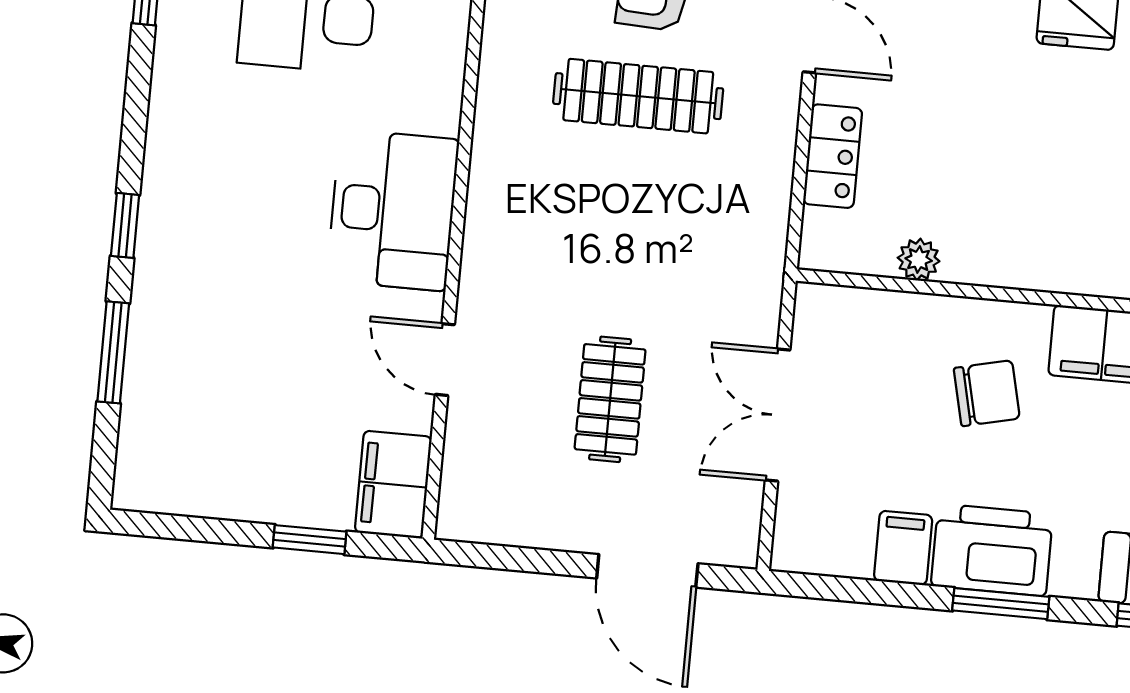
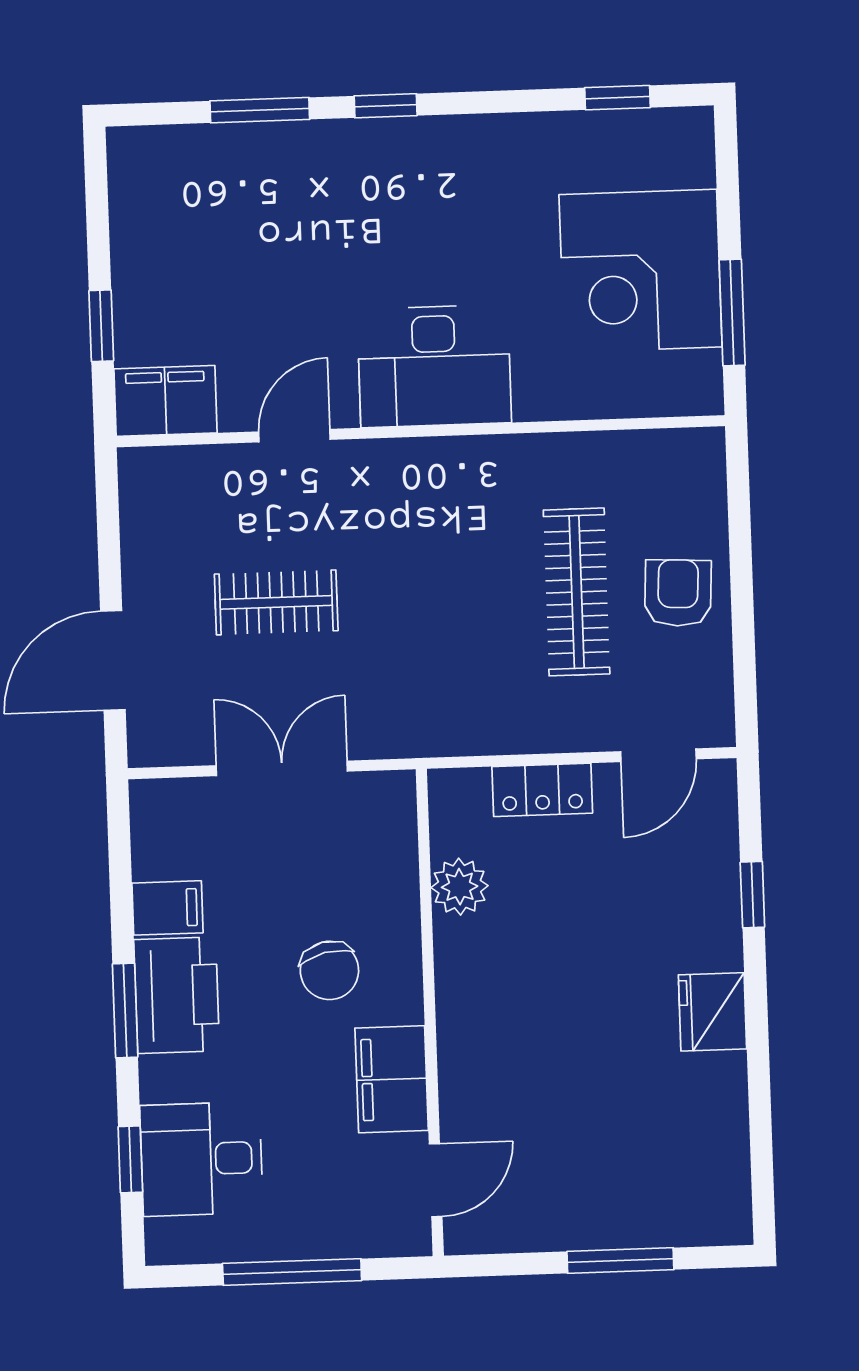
plant: (919, 260) -> (460, 887), width x1.38, depth x1.38

